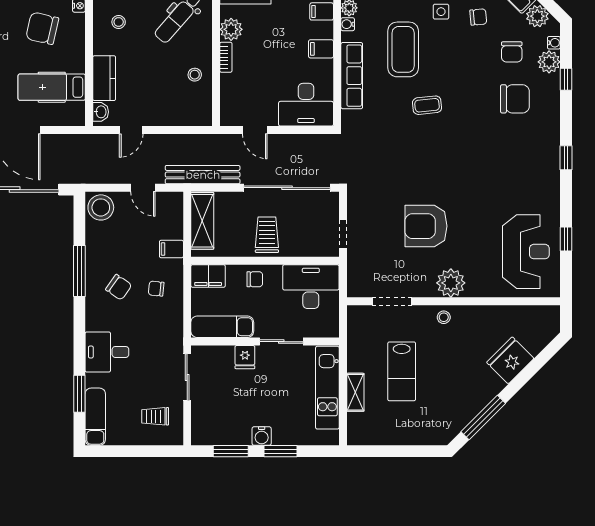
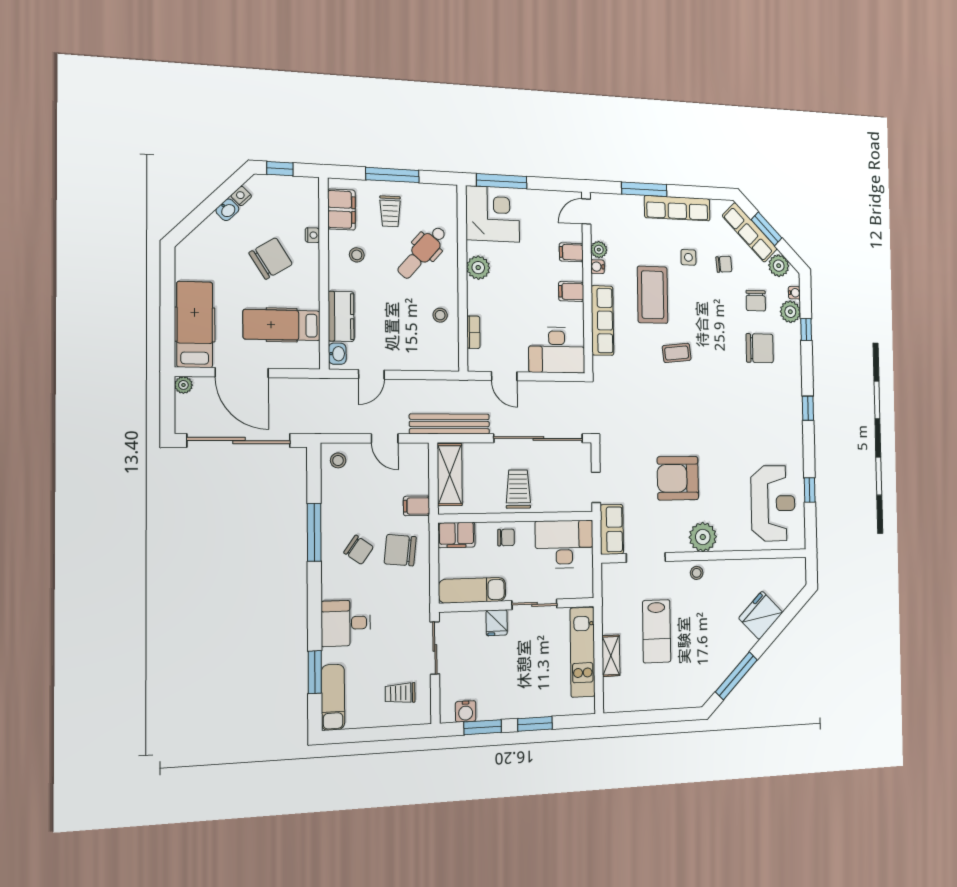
chair: (42, 28) -> (271, 259), turned 135
bookcase: (226, 57) -> (473, 332), moved
stool: (101, 207) -> (338, 460), width x0.53, depth x0.53
row of seats: (358, 274) -> (612, 529), added
chair: (156, 289) -> (400, 550), width x1.87, depth x1.87
water cooler: (262, 436) -> (466, 711), moved

